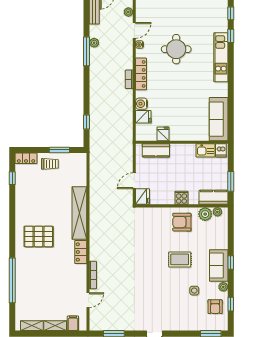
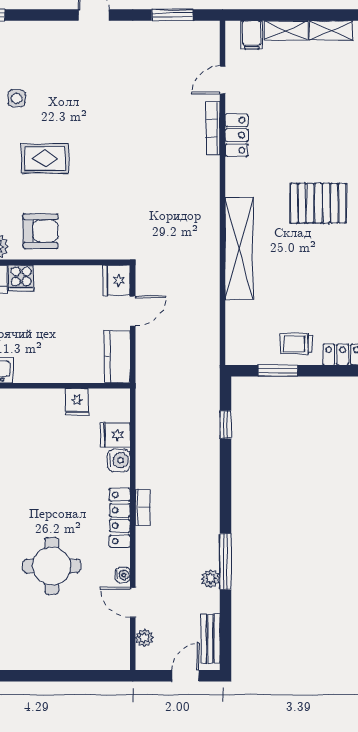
door: (134, 30) -> (133, 602), hinge flipped
kitchen counter: (156, 150) -> (117, 357), moved, turned -90
cooker: (181, 198) -> (21, 278), moved
locker: (81, 252) -> (237, 135), moved

